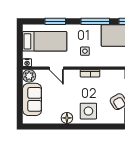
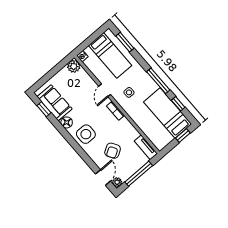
window: (55, 21) -> (125, 42), moved
door: (56, 68) -> (105, 90), moved
sofa: (32, 99) -> (55, 103), moved, turned -90
window: (42, 126) -> (44, 109), added

